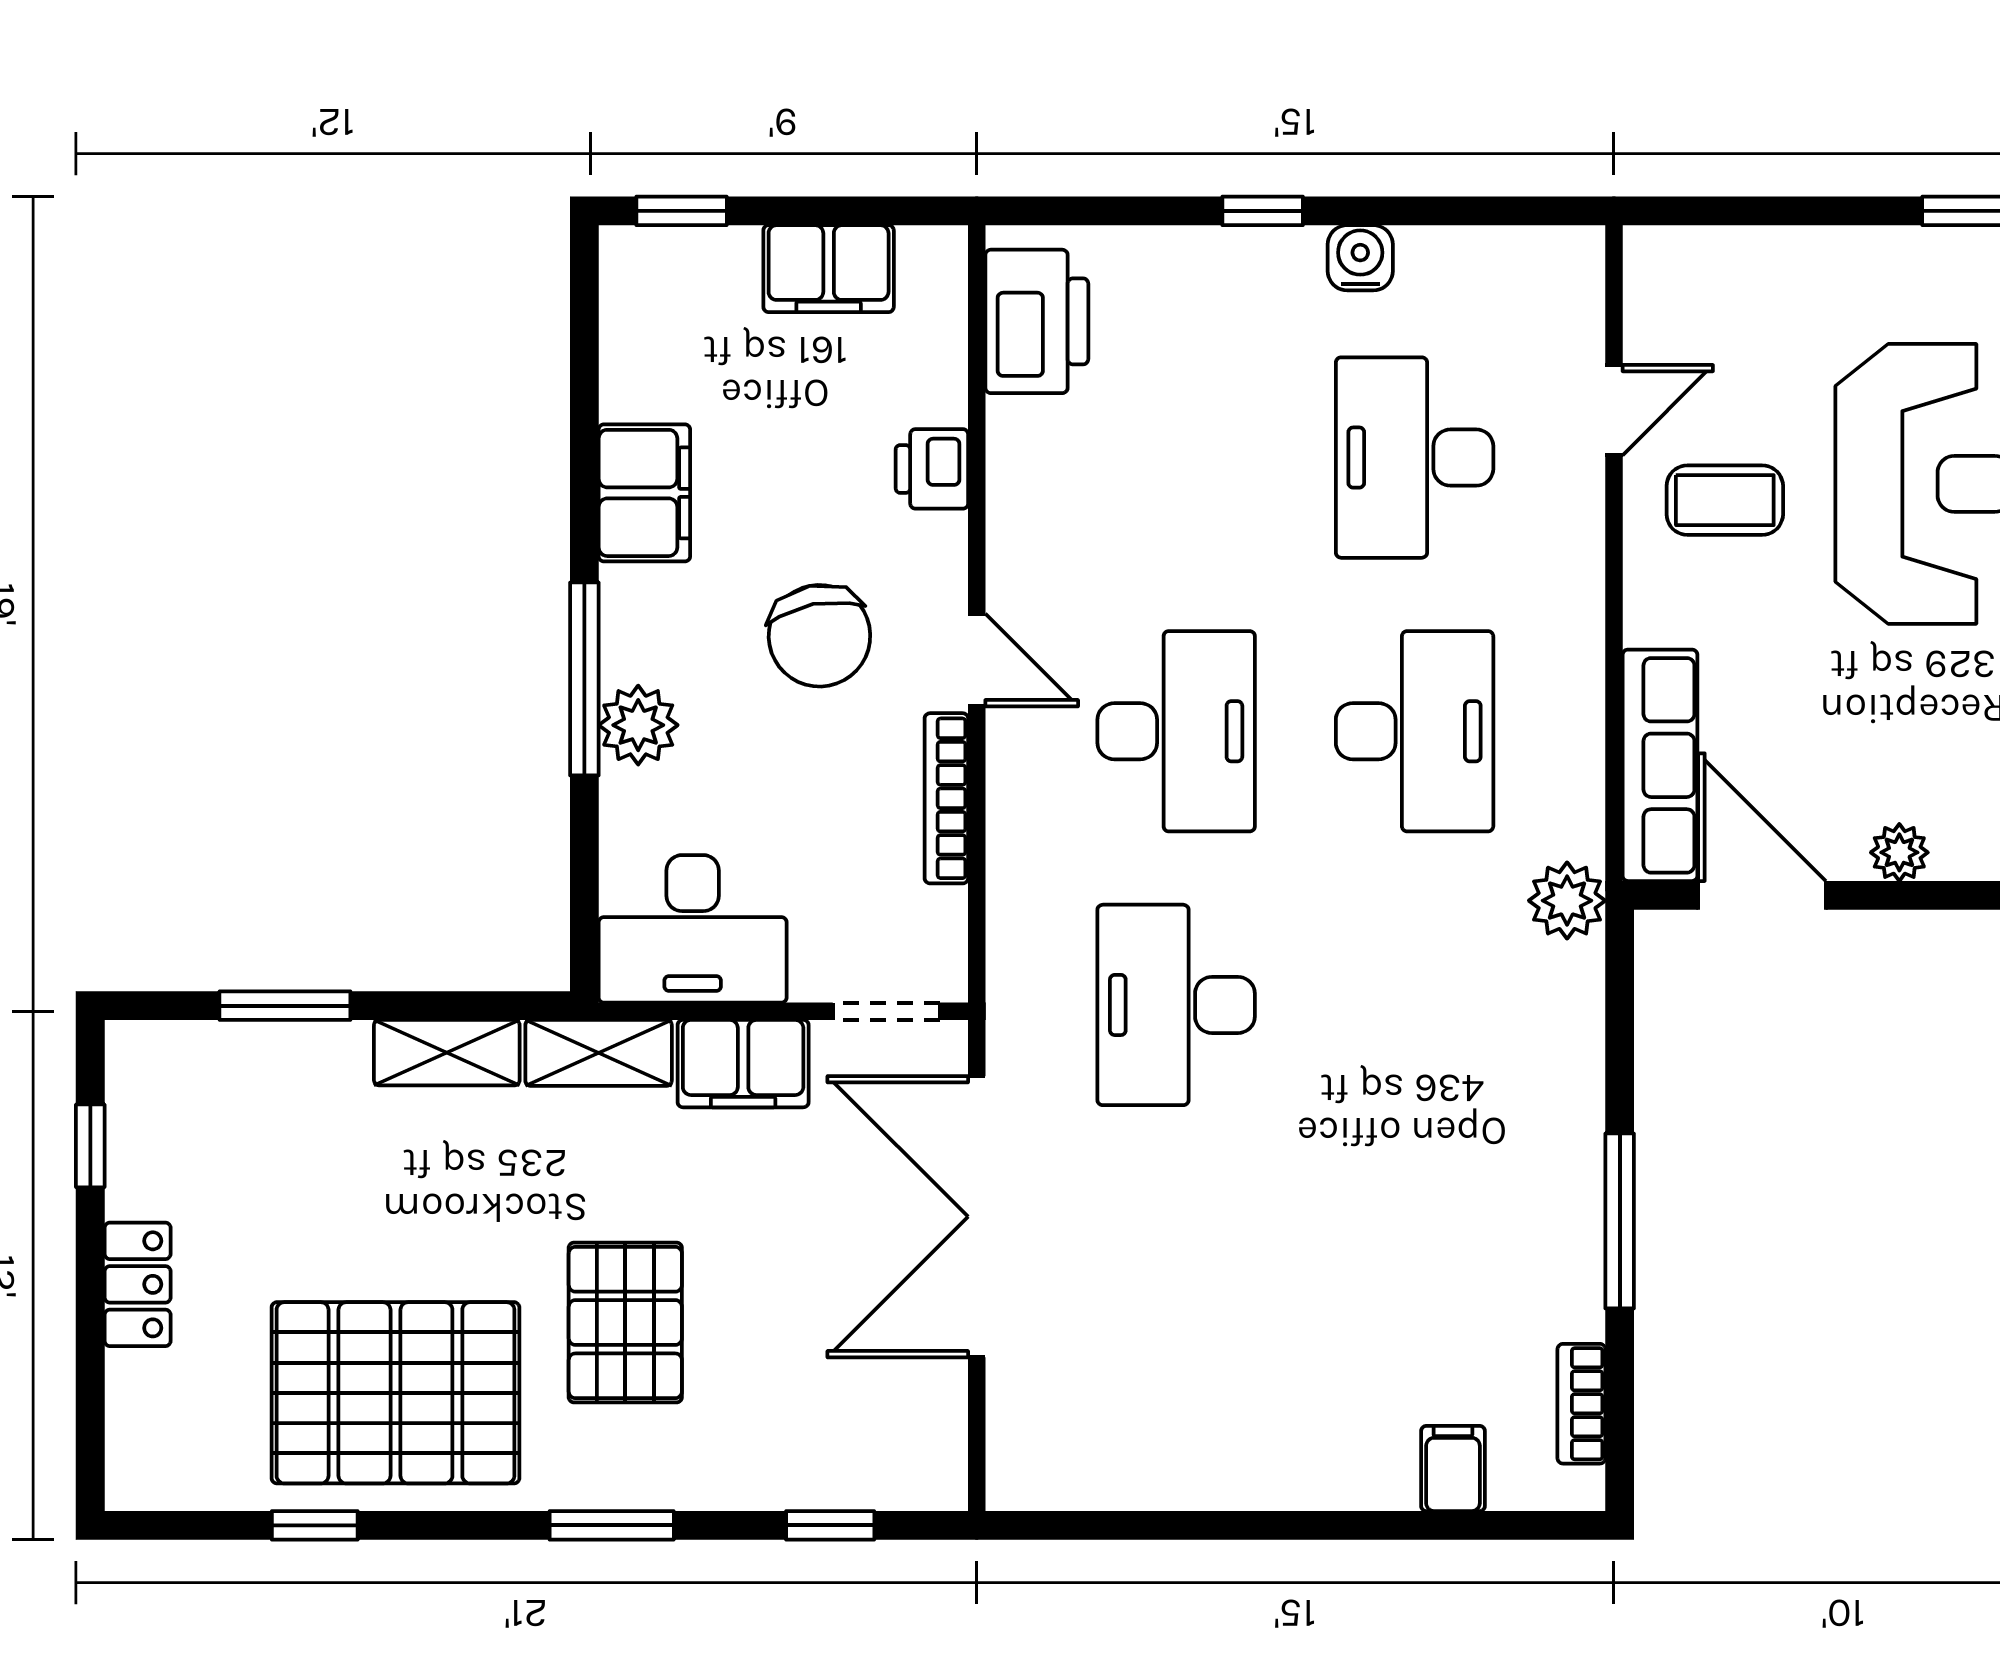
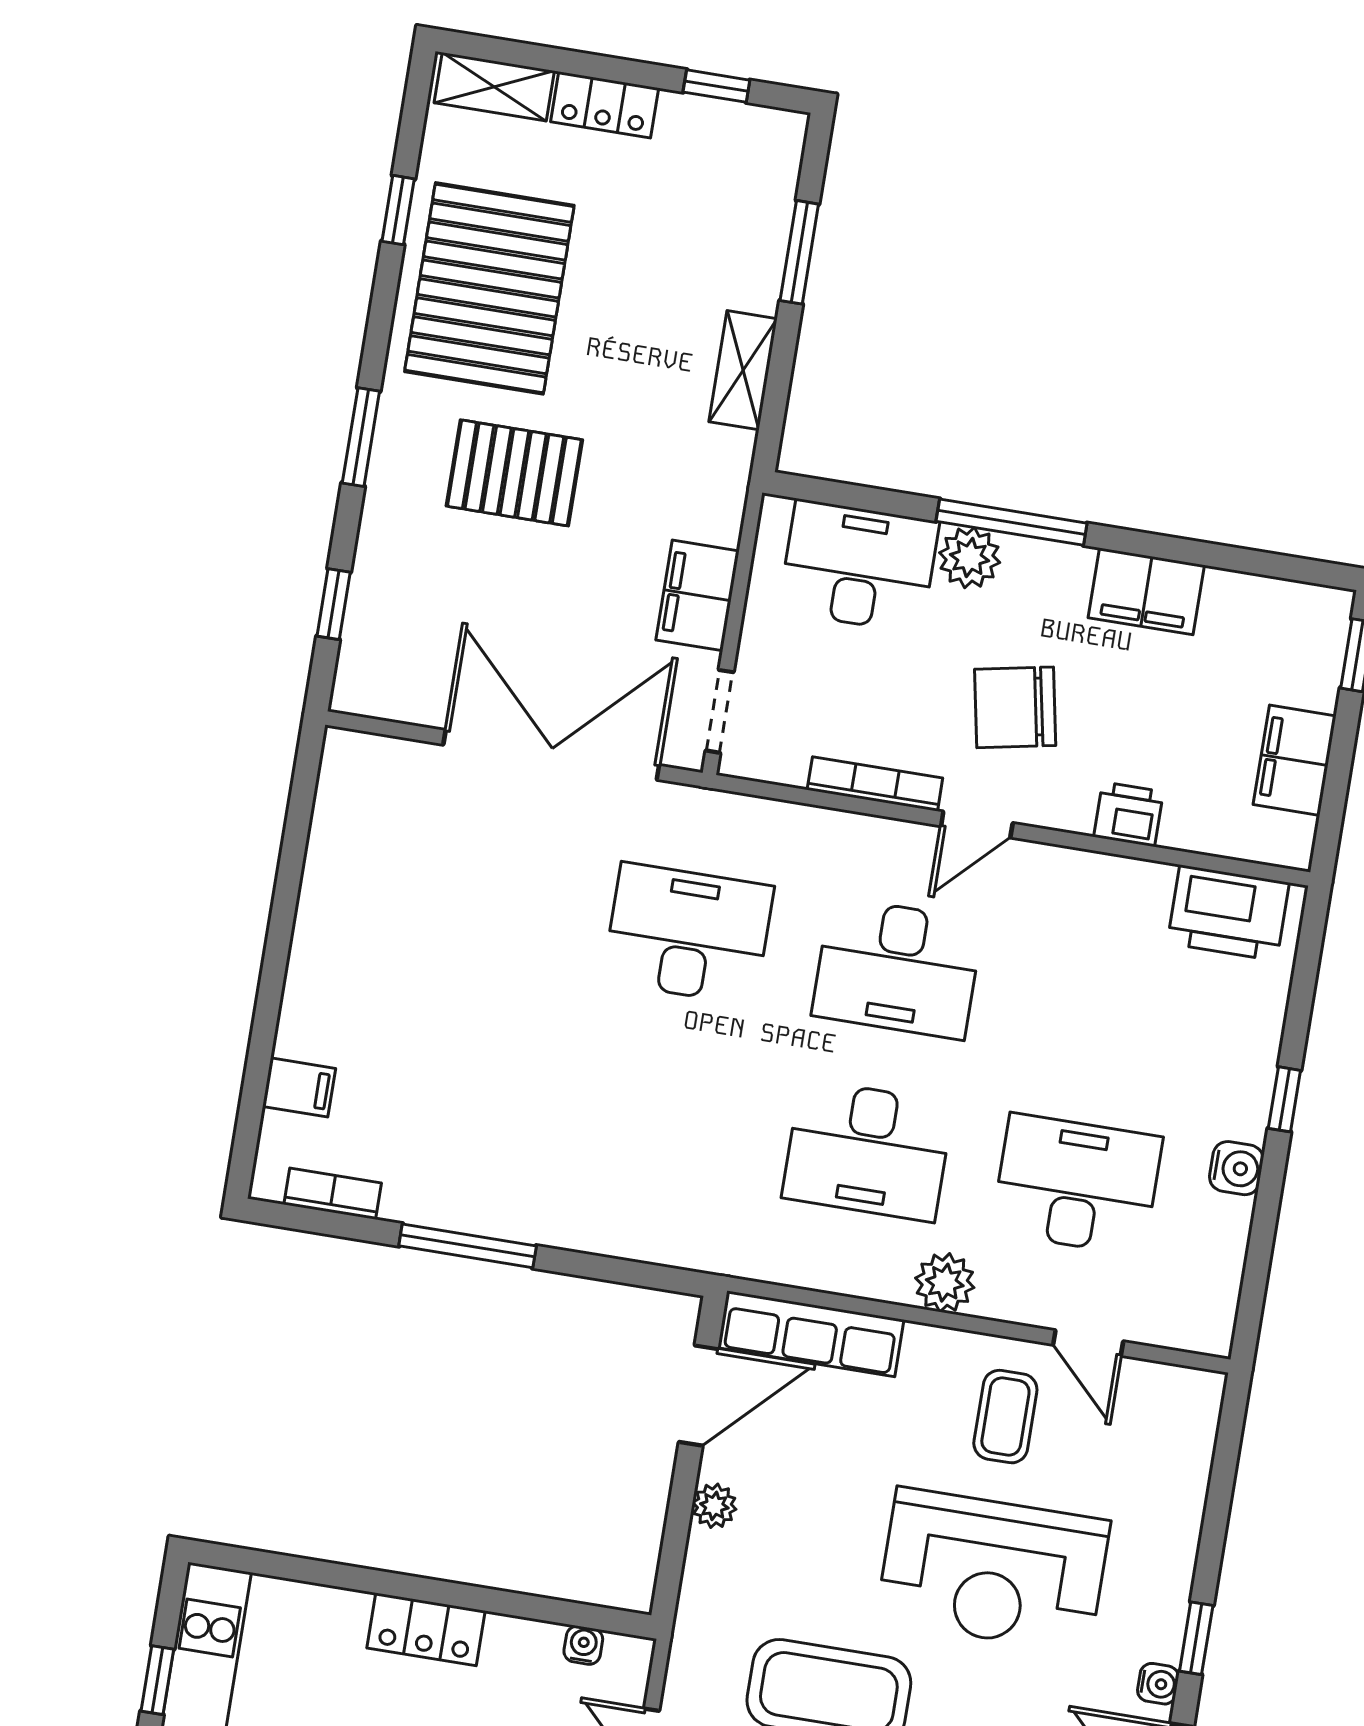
plant: (1567, 901) -> (945, 1283), moved
desk: (693, 929) -> (859, 566), moved, turned 90
shelving: (599, 1053) -> (494, 87), moved, turned 90

